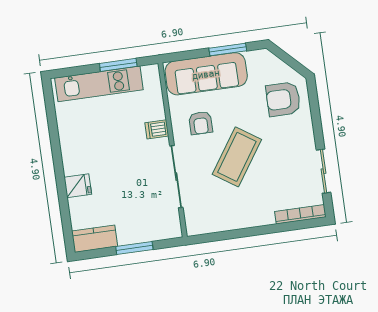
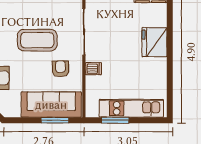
window: (228, 49) -> (55, 120), moved
coffee table: (237, 157) -> (37, 40), turned 56
fridge: (78, 186) -> (154, 42), width x1.88, depth x1.34

